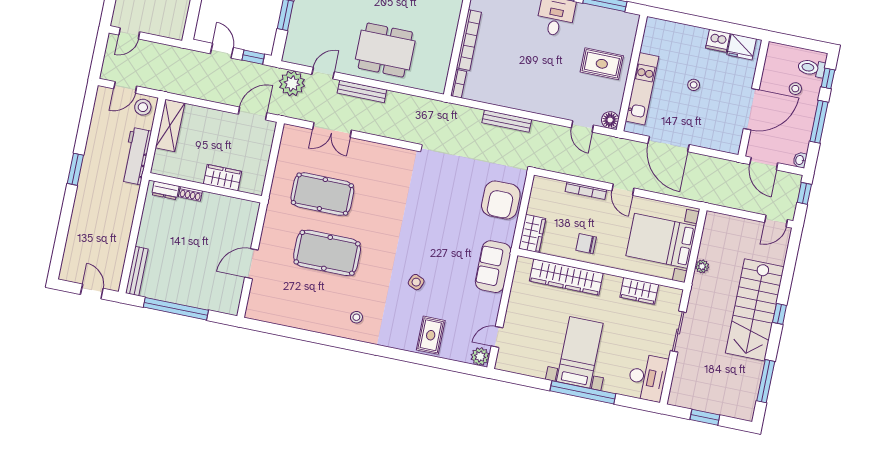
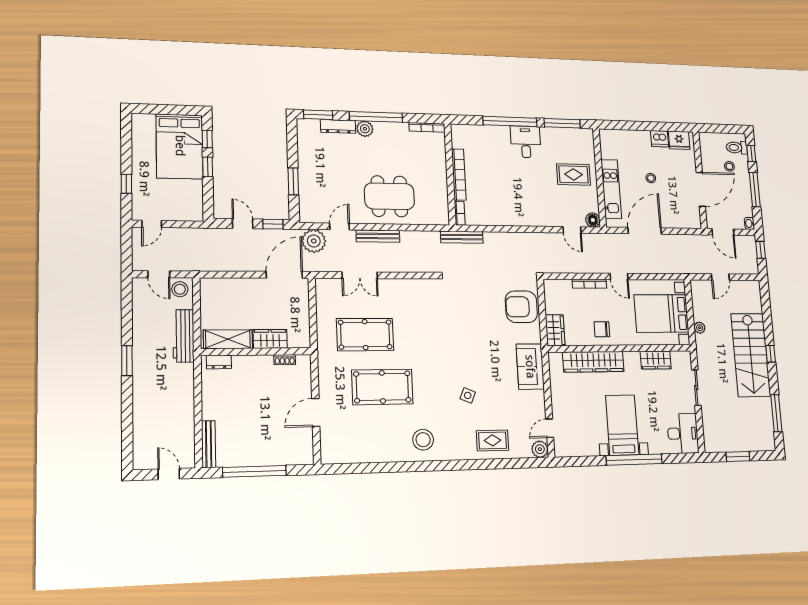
door: (125, 87) -> (159, 274), hinge flipped
door: (253, 114) -> (284, 275), width x1.36
bench: (507, 121) -> (462, 237), moved
shelving: (170, 125) -> (228, 339), moved, turned 90
door: (668, 144) -> (645, 231), swing flipped
shoe rack: (190, 194) -> (285, 360), moved
armchair: (501, 200) -> (521, 307), turned 90
door: (776, 221) -> (720, 277), moved
stool: (356, 317) -> (423, 440), width x1.89, depth x1.89
rug: (431, 335) -> (493, 440), turned 90

